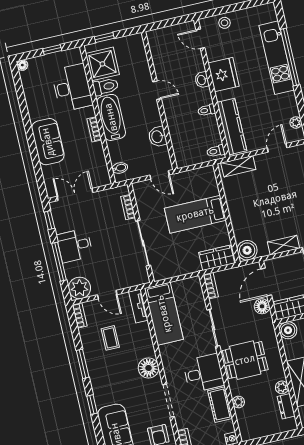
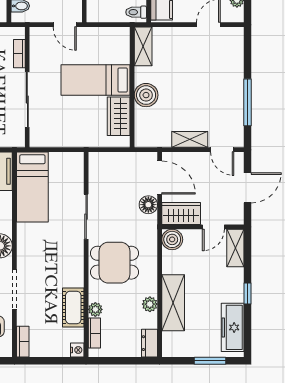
shelving: (238, 166) -> (143, 46), moved, turned 90
boiler: (247, 250) -> (146, 95), moved
wardrobe: (217, 258) -> (119, 116), moved, turned -90
door: (266, 282) -> (160, 178), swing flipped
bookcase: (211, 286) -> (94, 333), moved
desk: (204, 373) -> (63, 267), removed
dresser: (286, 406) -> (150, 343), moved

